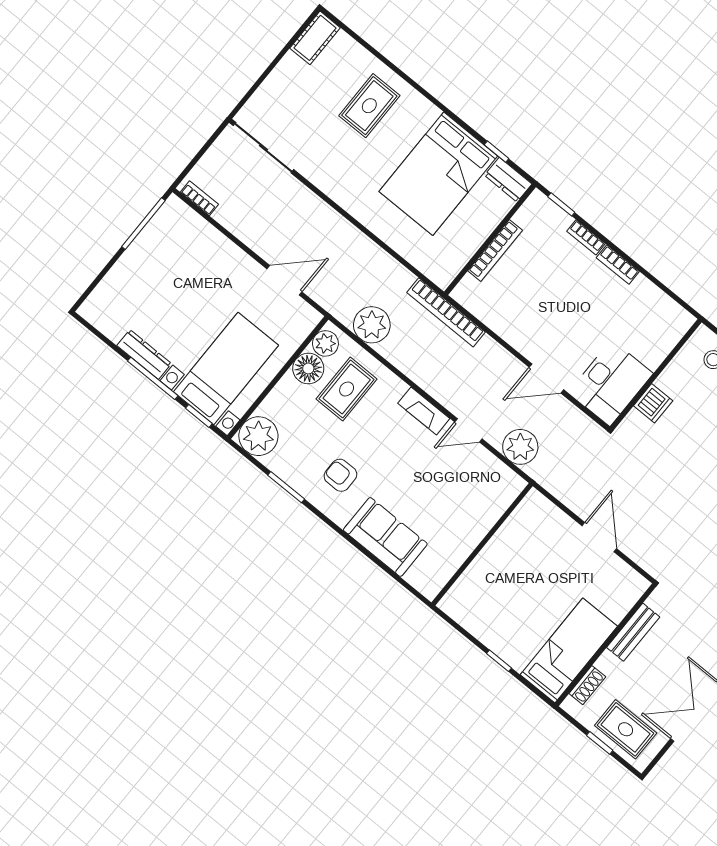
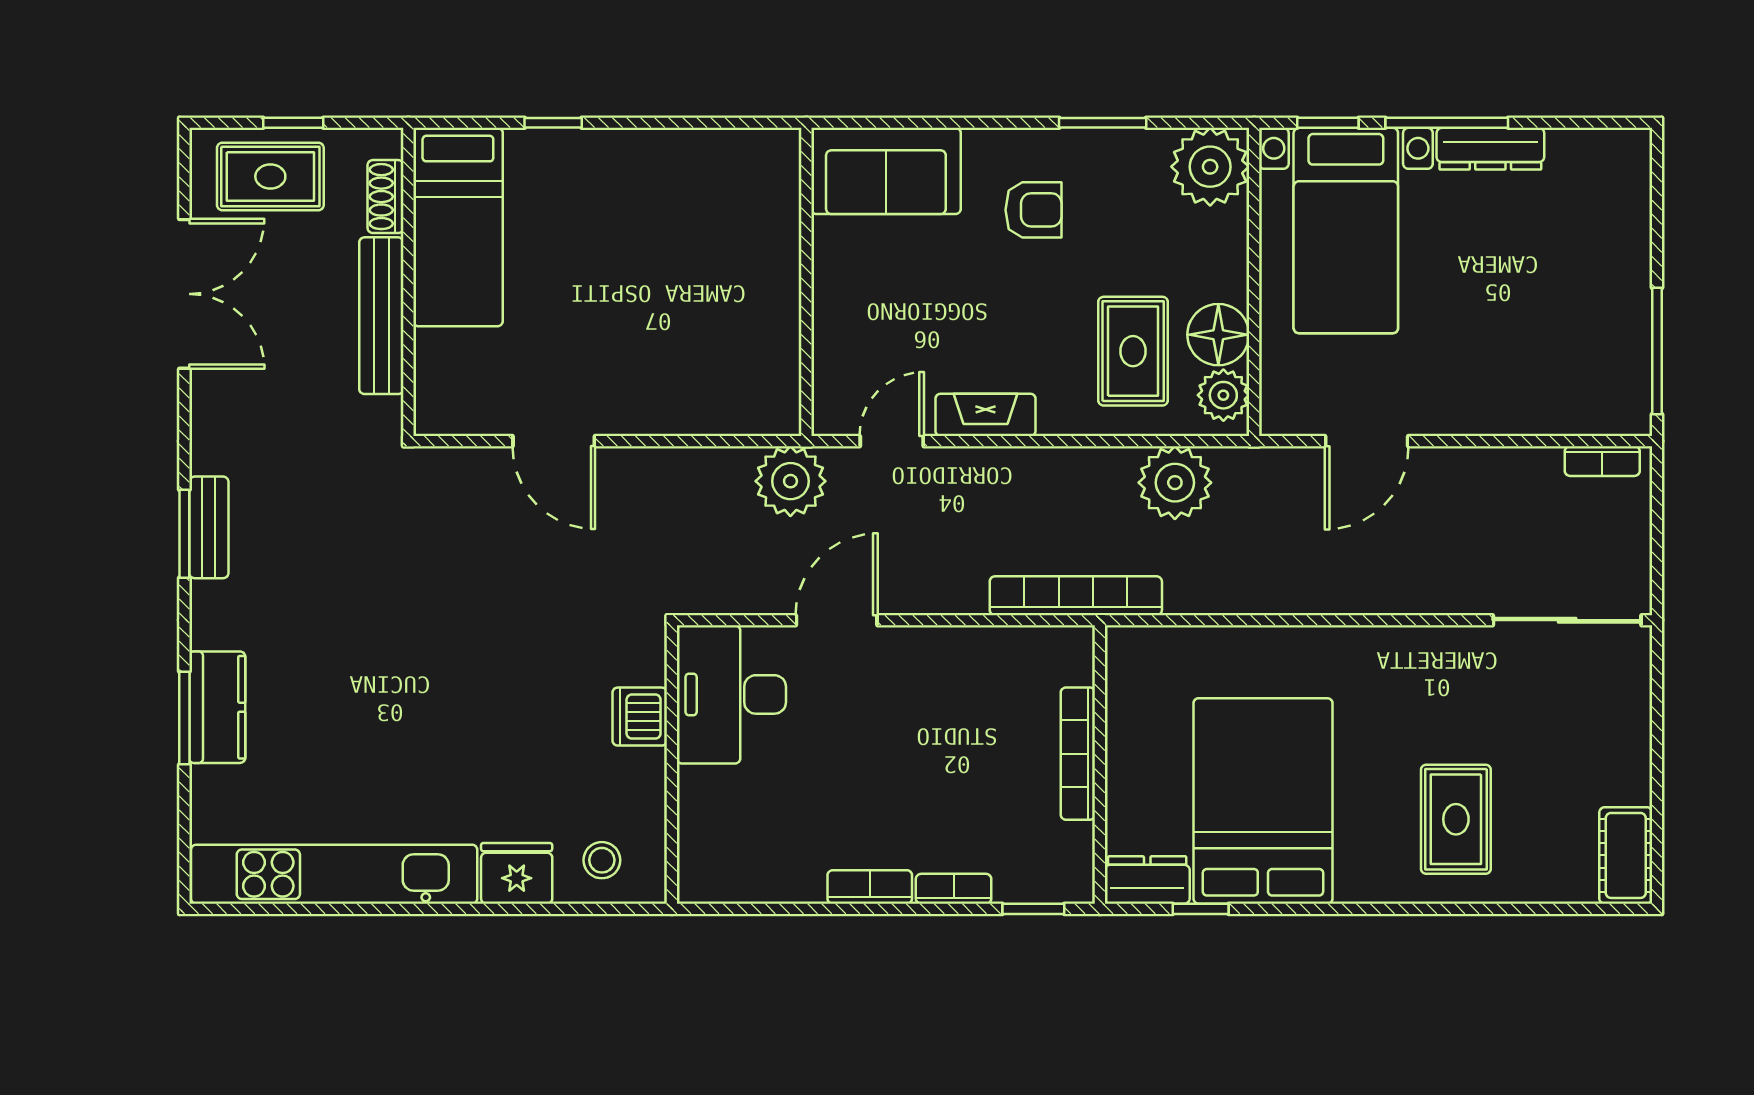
wall: (482, 544) -> (806, 282), moved
bench: (633, 632) -> (381, 316), width x1.36

